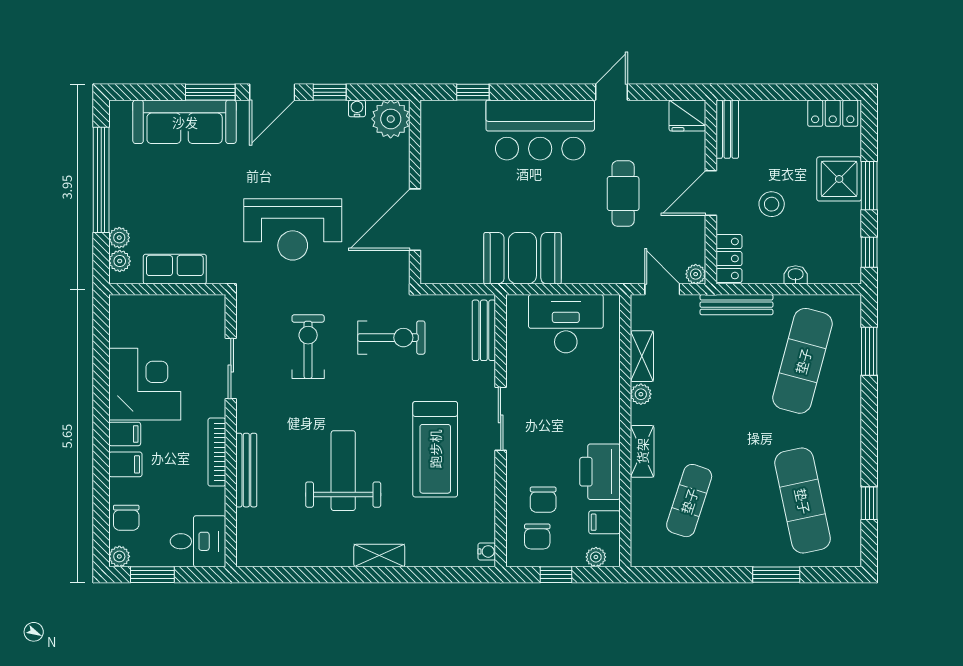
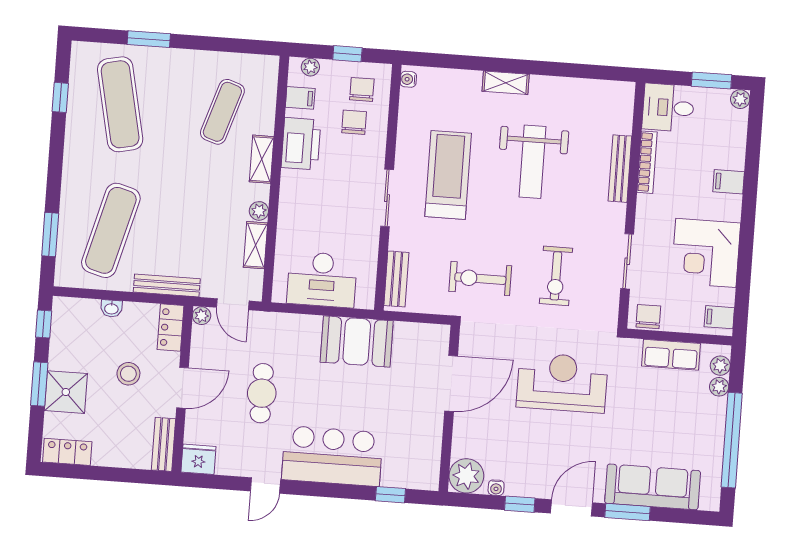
filing cabinet: (125, 434) -> (719, 317), moved
bookcase: (217, 452) -> (647, 162), moved
chair: (126, 518) -> (648, 317), moved

